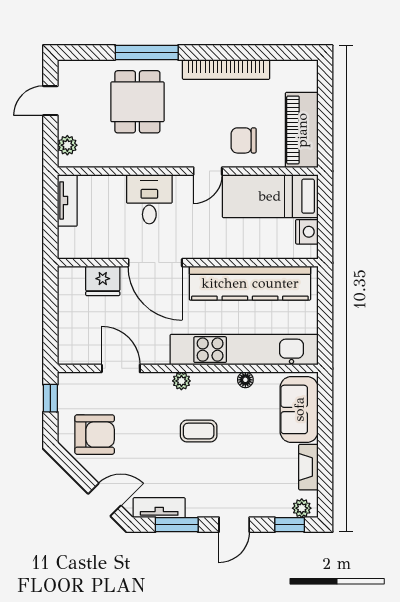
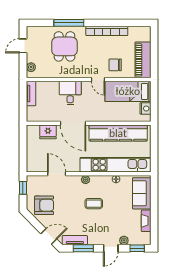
door: (208, 171) -> (98, 80), hinge flipped
plant: (302, 508) -> (124, 240), moved

